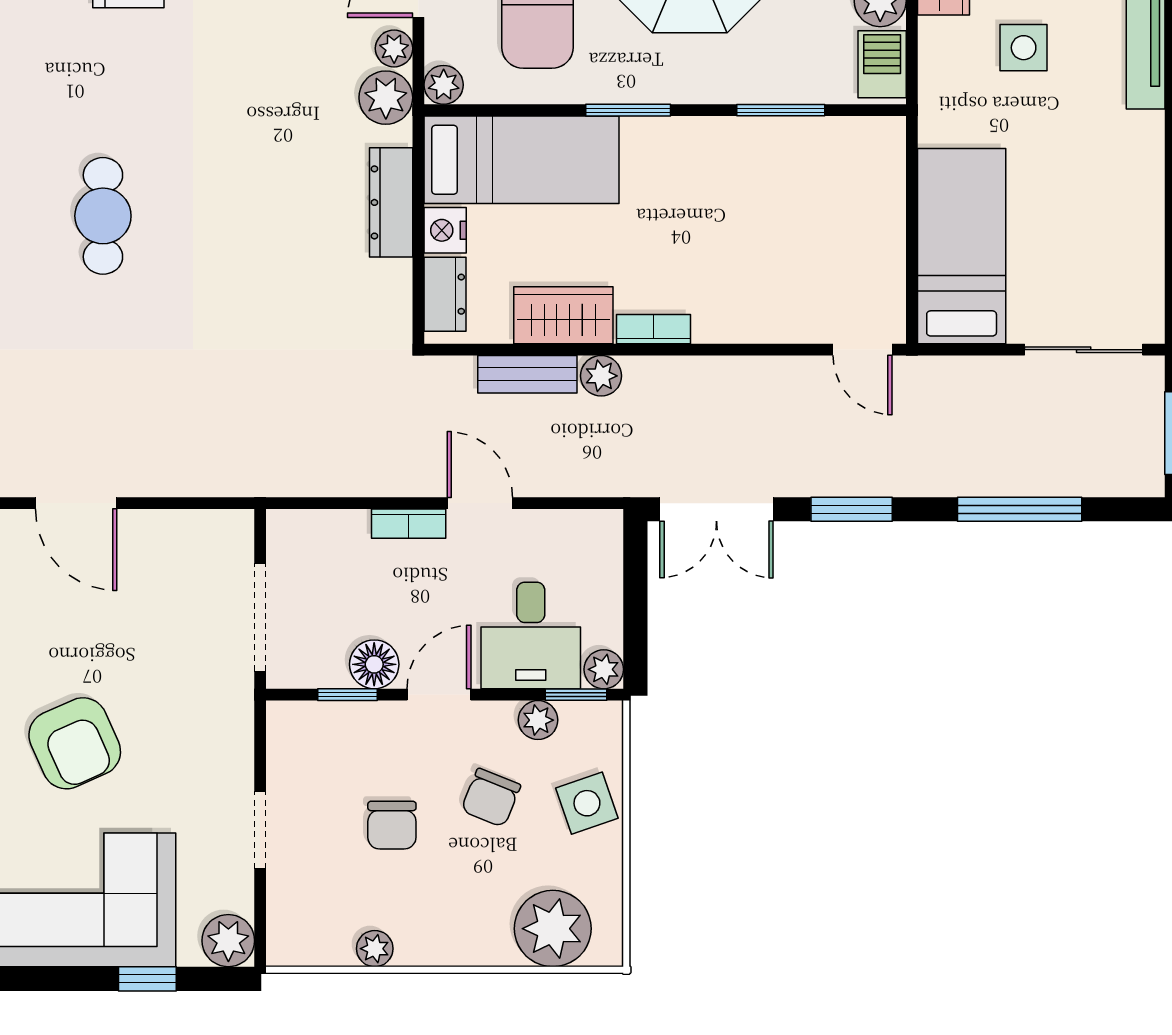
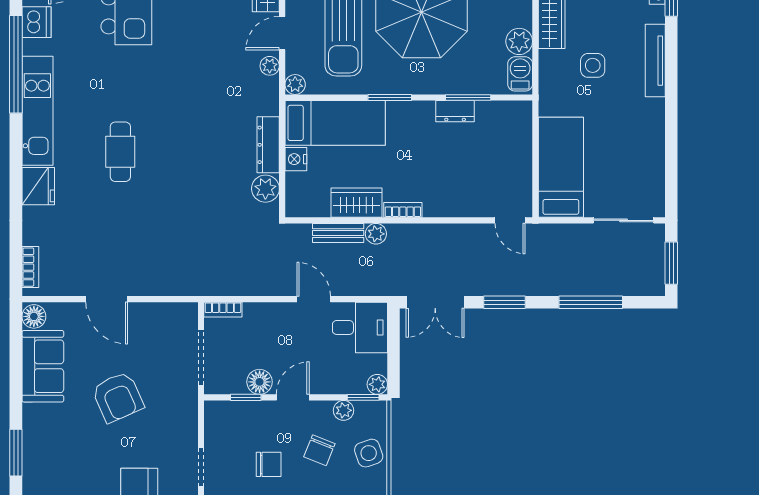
plant: (386, 98) -> (265, 189), moved
dresser: (445, 294) -> (455, 111), moved, turned 90
bookcase: (409, 524) -> (223, 310), moved
desk: (531, 635) -> (360, 327), moved, turned -90
armchair: (75, 743) -> (118, 397), moved
chair: (392, 825) -> (269, 464), turned -90

